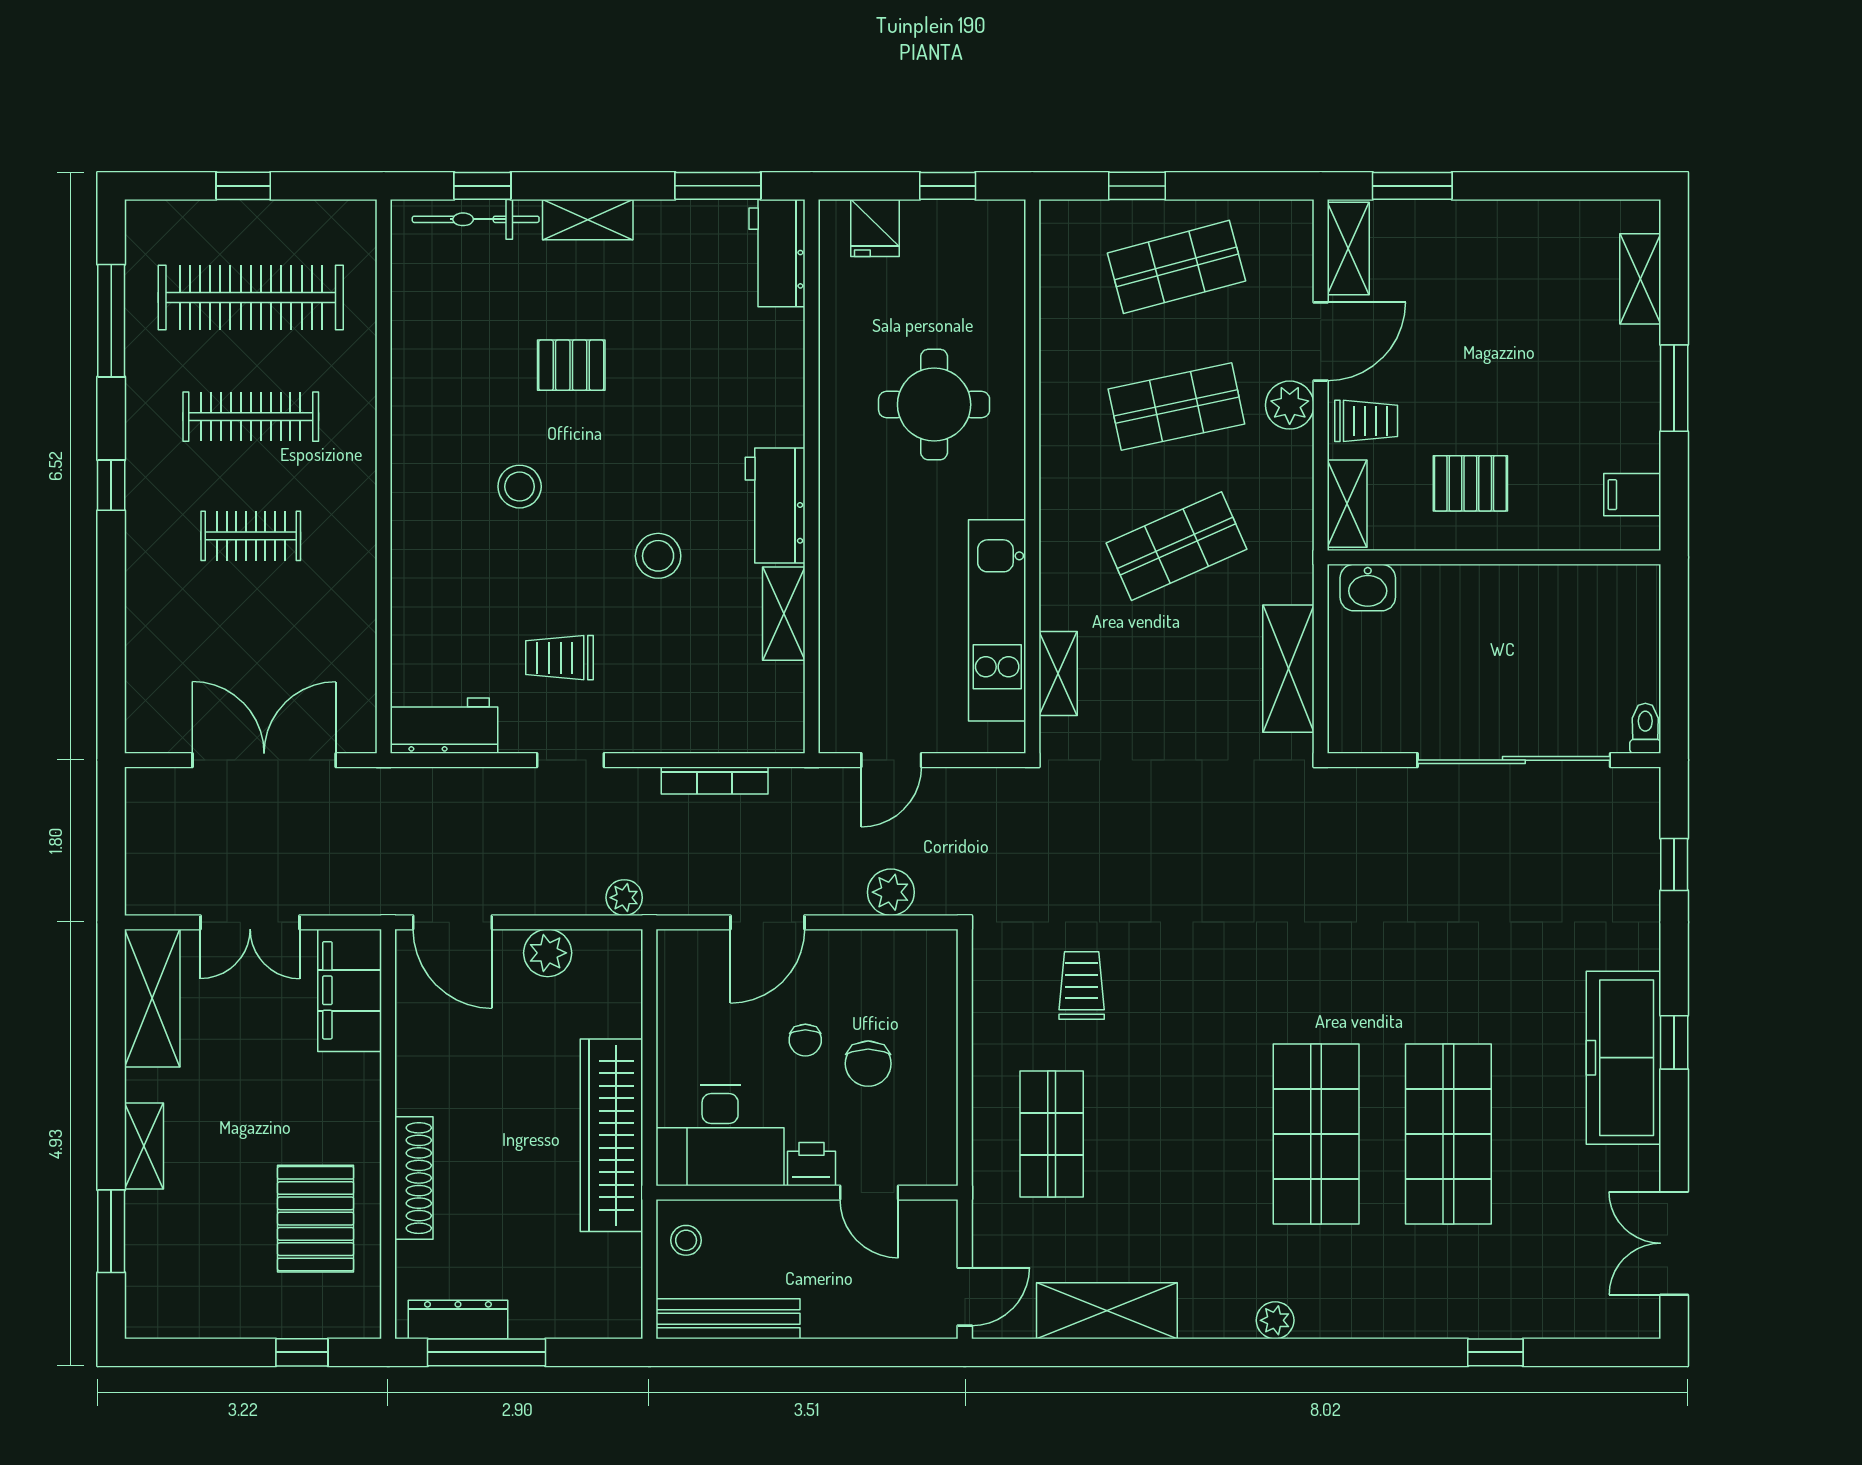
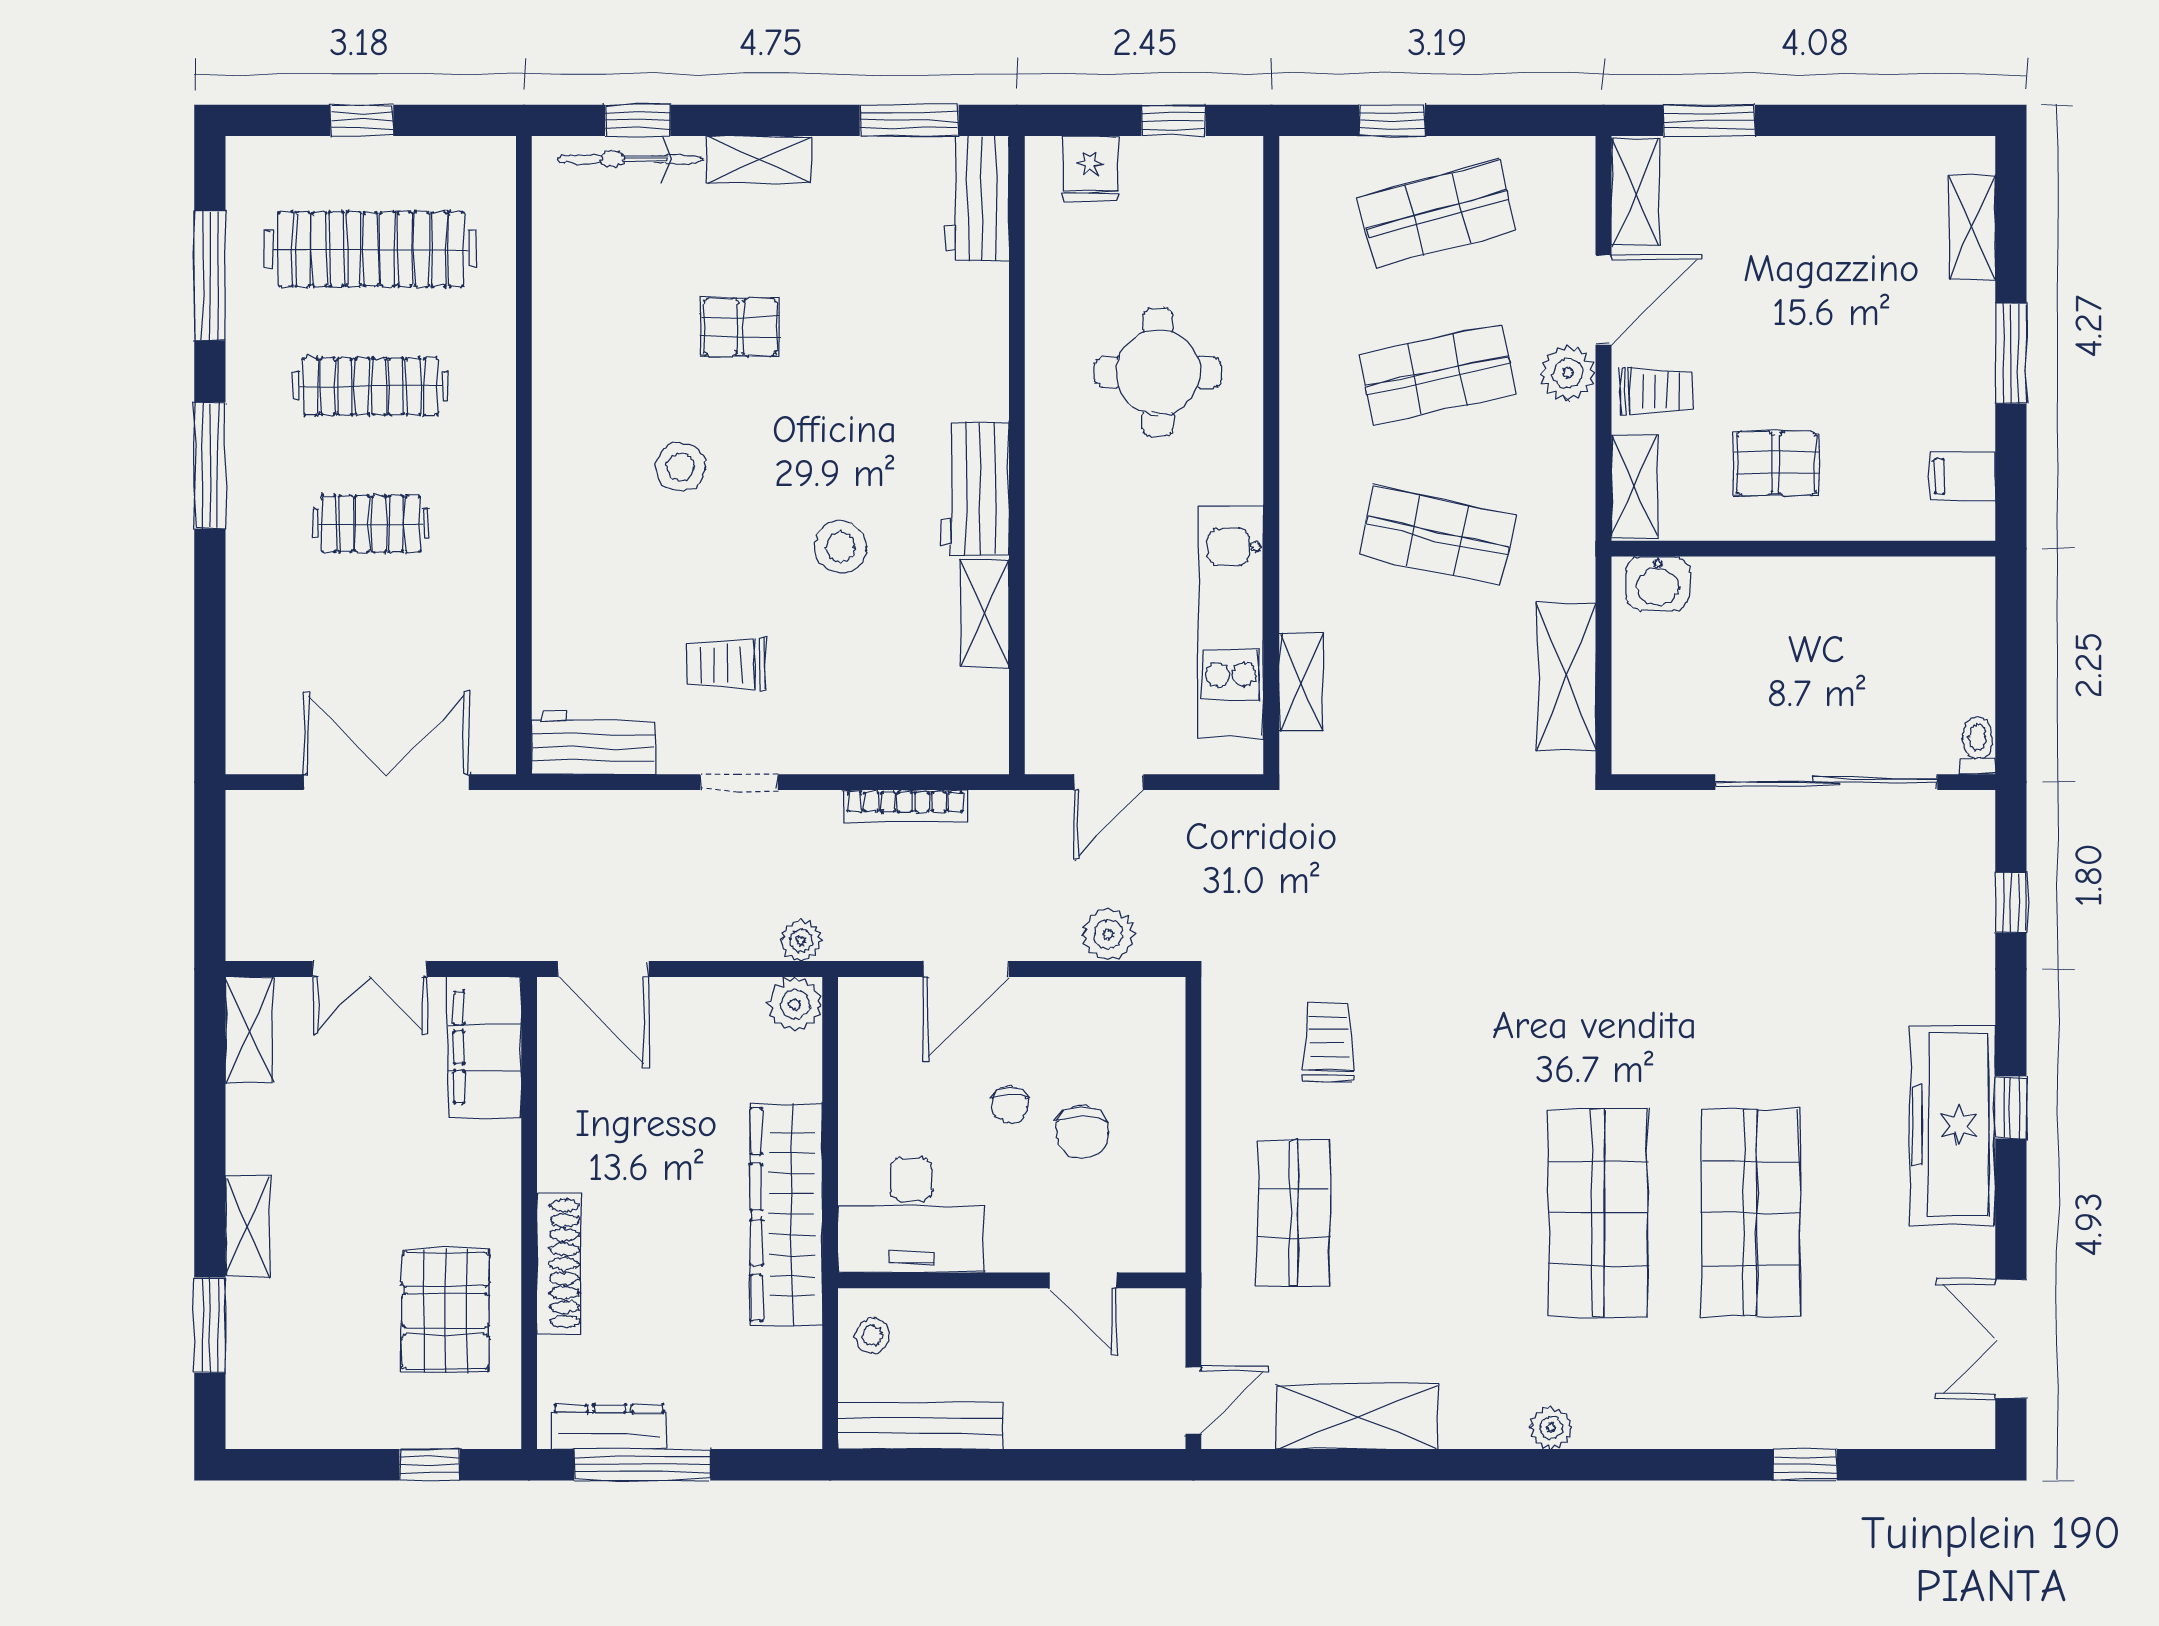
window: (111, 485) -> (210, 465), width x2.17
shop shelf: (1176, 546) -> (1437, 536), turned 36
plant: (548, 953) -> (795, 1004), moved
shelving: (152, 998) -> (249, 1030), width x0.67, depth x0.75
printer: (811, 1164) -> (1017, 1248), removed

